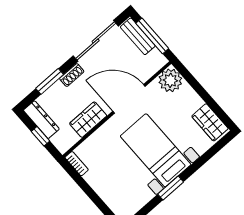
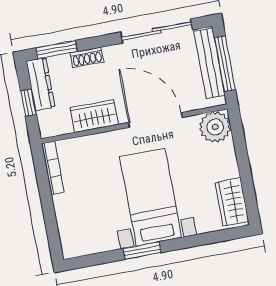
bench: (138, 36) -> (209, 63), width x1.36
shoe rack: (72, 75) -> (87, 57), moved
window: (50, 81) -> (56, 50), moved
bookcase: (77, 164) -> (53, 168), width x1.56

